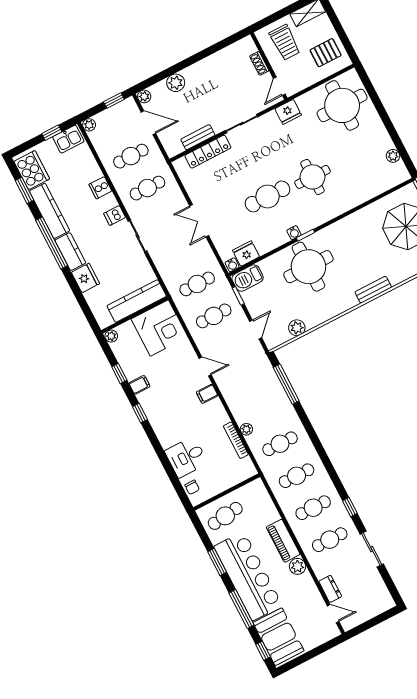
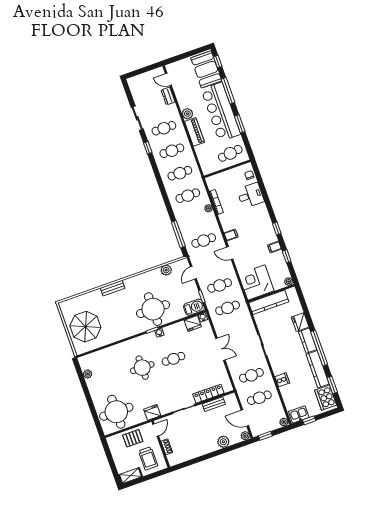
trolley: (285, 42) -> (148, 458), turned 180
pallet: (326, 53) -> (133, 438), moved
cafe table: (268, 196) -> (173, 359), width x0.73, depth x0.74
dishwasher: (115, 215) -> (275, 360), removed
cafe table: (247, 380) -> (204, 241), added

